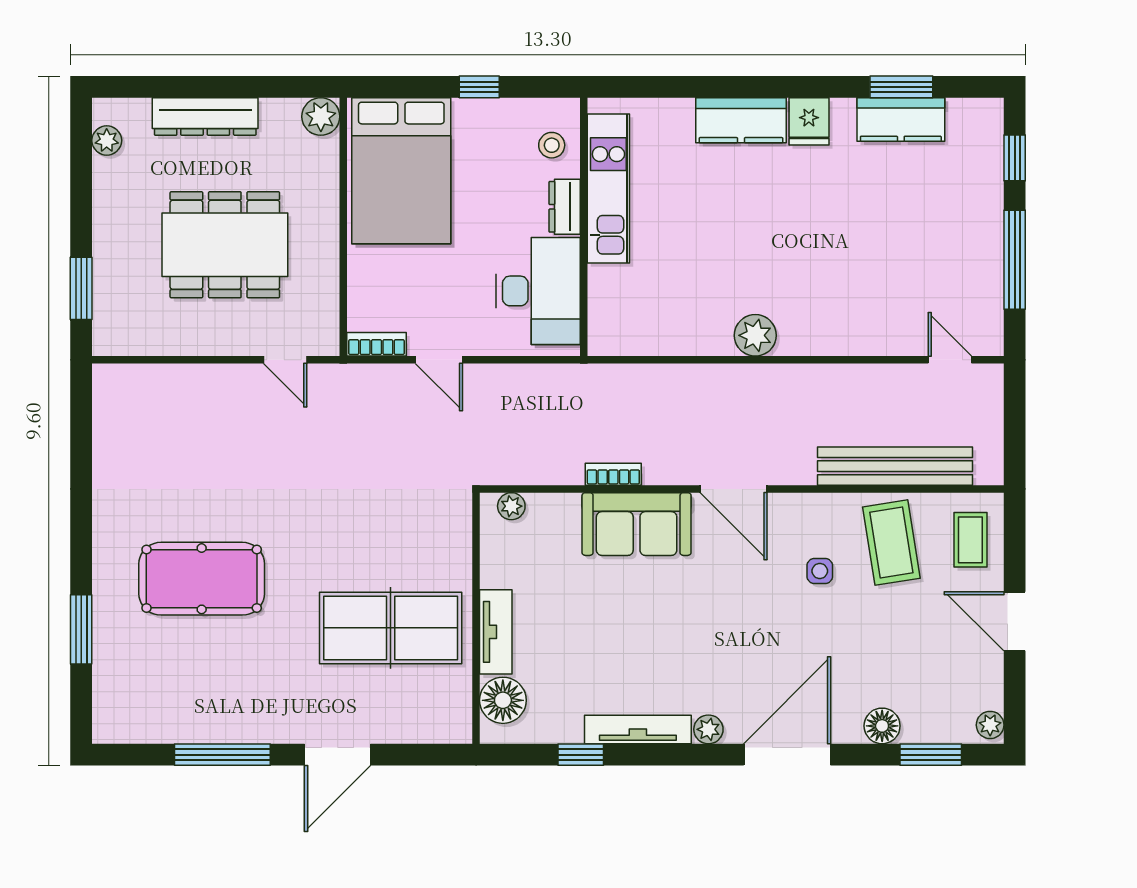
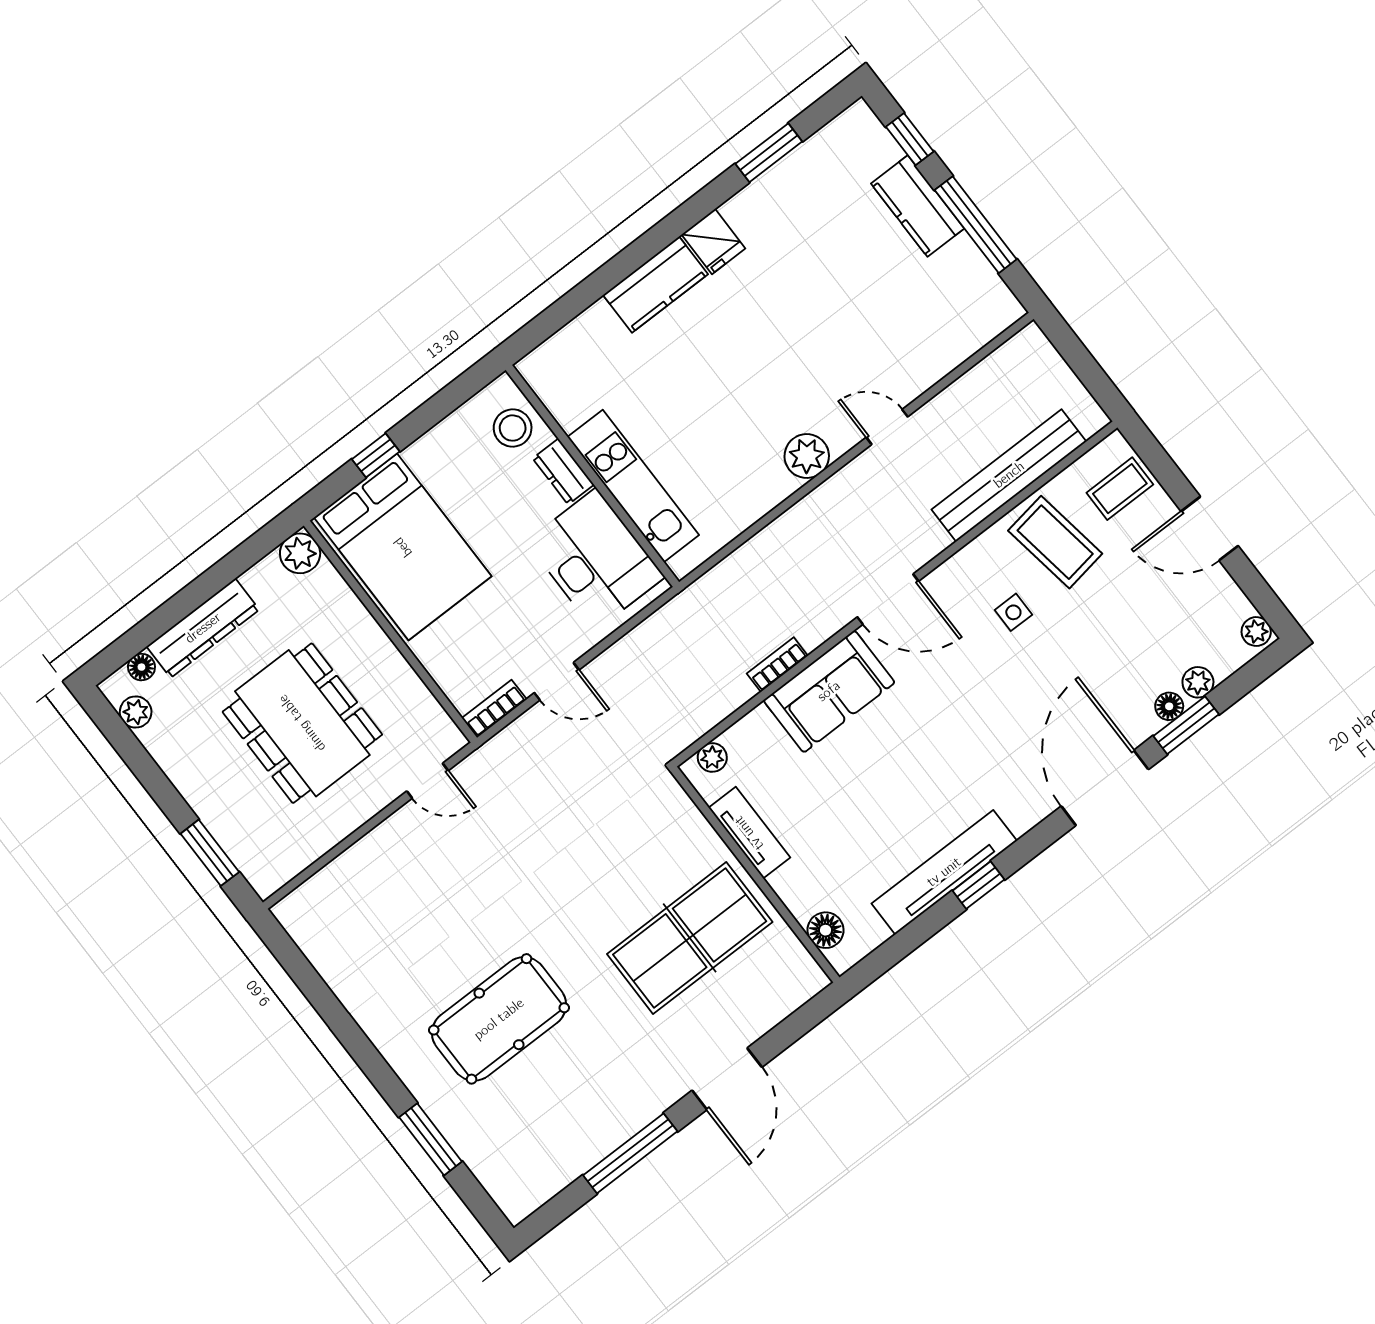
window: (479, 87) -> (376, 455), moved
floor lamp: (137, 110) -> (141, 667), added
kitchen counter: (901, 120) -> (918, 206), moved, turned 90
stool: (552, 145) -> (513, 428), width x1.37, depth x1.37
kitchen unit: (608, 188) -> (633, 486), moved
dining table: (225, 245) -> (302, 723), turned 90
door: (950, 360) -> (887, 427), moved
coffee table: (970, 540) -> (1120, 489), turned 90
tv unit: (496, 632) -> (749, 833), moved
floor lamp: (503, 700) -> (825, 930), width x0.73, depth x0.73
floor lamp: (882, 726) -> (1169, 706), width x0.73, depth x0.73
tv unit: (638, 729) -> (944, 872), width x1.36, depth x1.29
plant: (708, 729) -> (1198, 682), moved
window: (581, 755) -> (978, 885), moved
window: (931, 755) -> (1186, 725), moved

